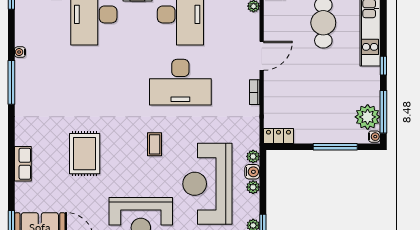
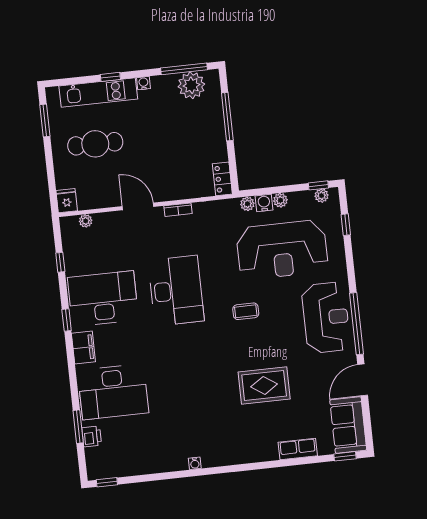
water cooler: (20, 52) -> (195, 463), moved
window: (383, 66) -> (110, 77), moved
window: (11, 82) -> (196, 473), removed
water cooler: (374, 137) -> (144, 83), moved
row of seats: (23, 164) -> (298, 449), moved

